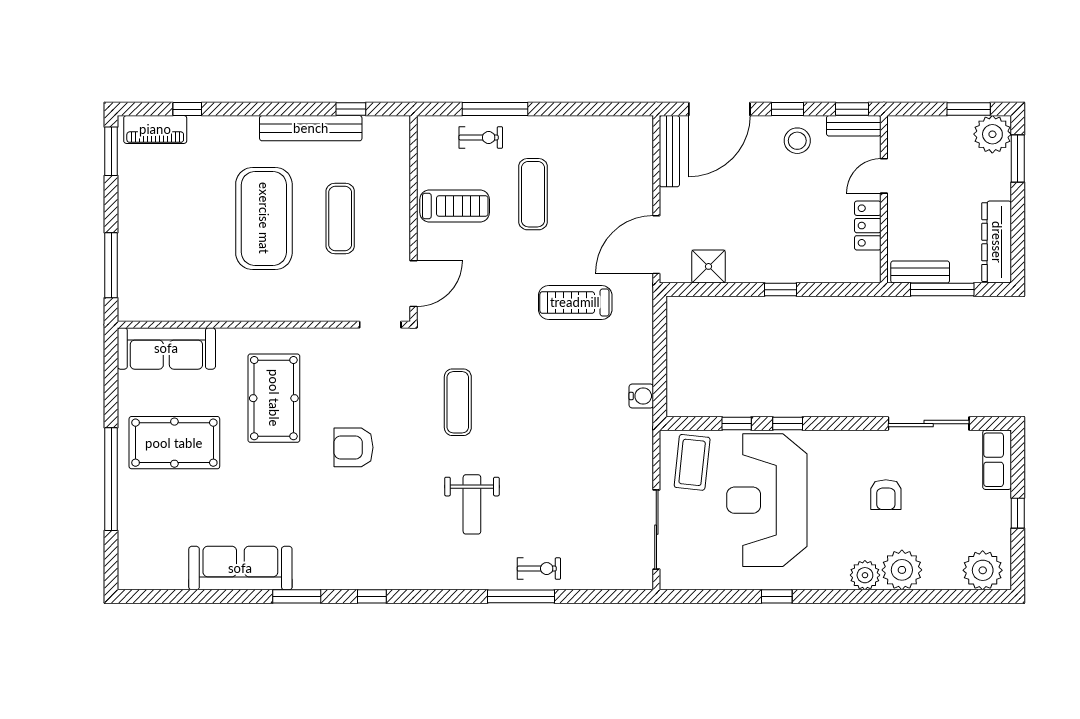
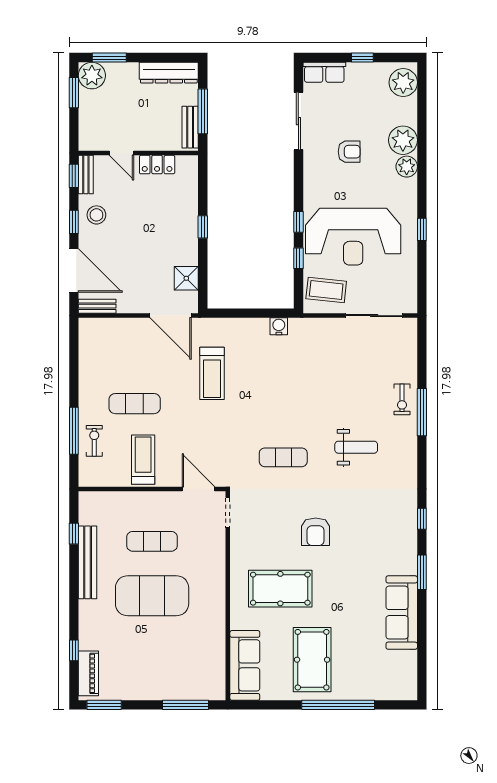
bench: (669, 151) -> (97, 306), width x0.73
exercise bike: (539, 569) -> (402, 399), turned 180

